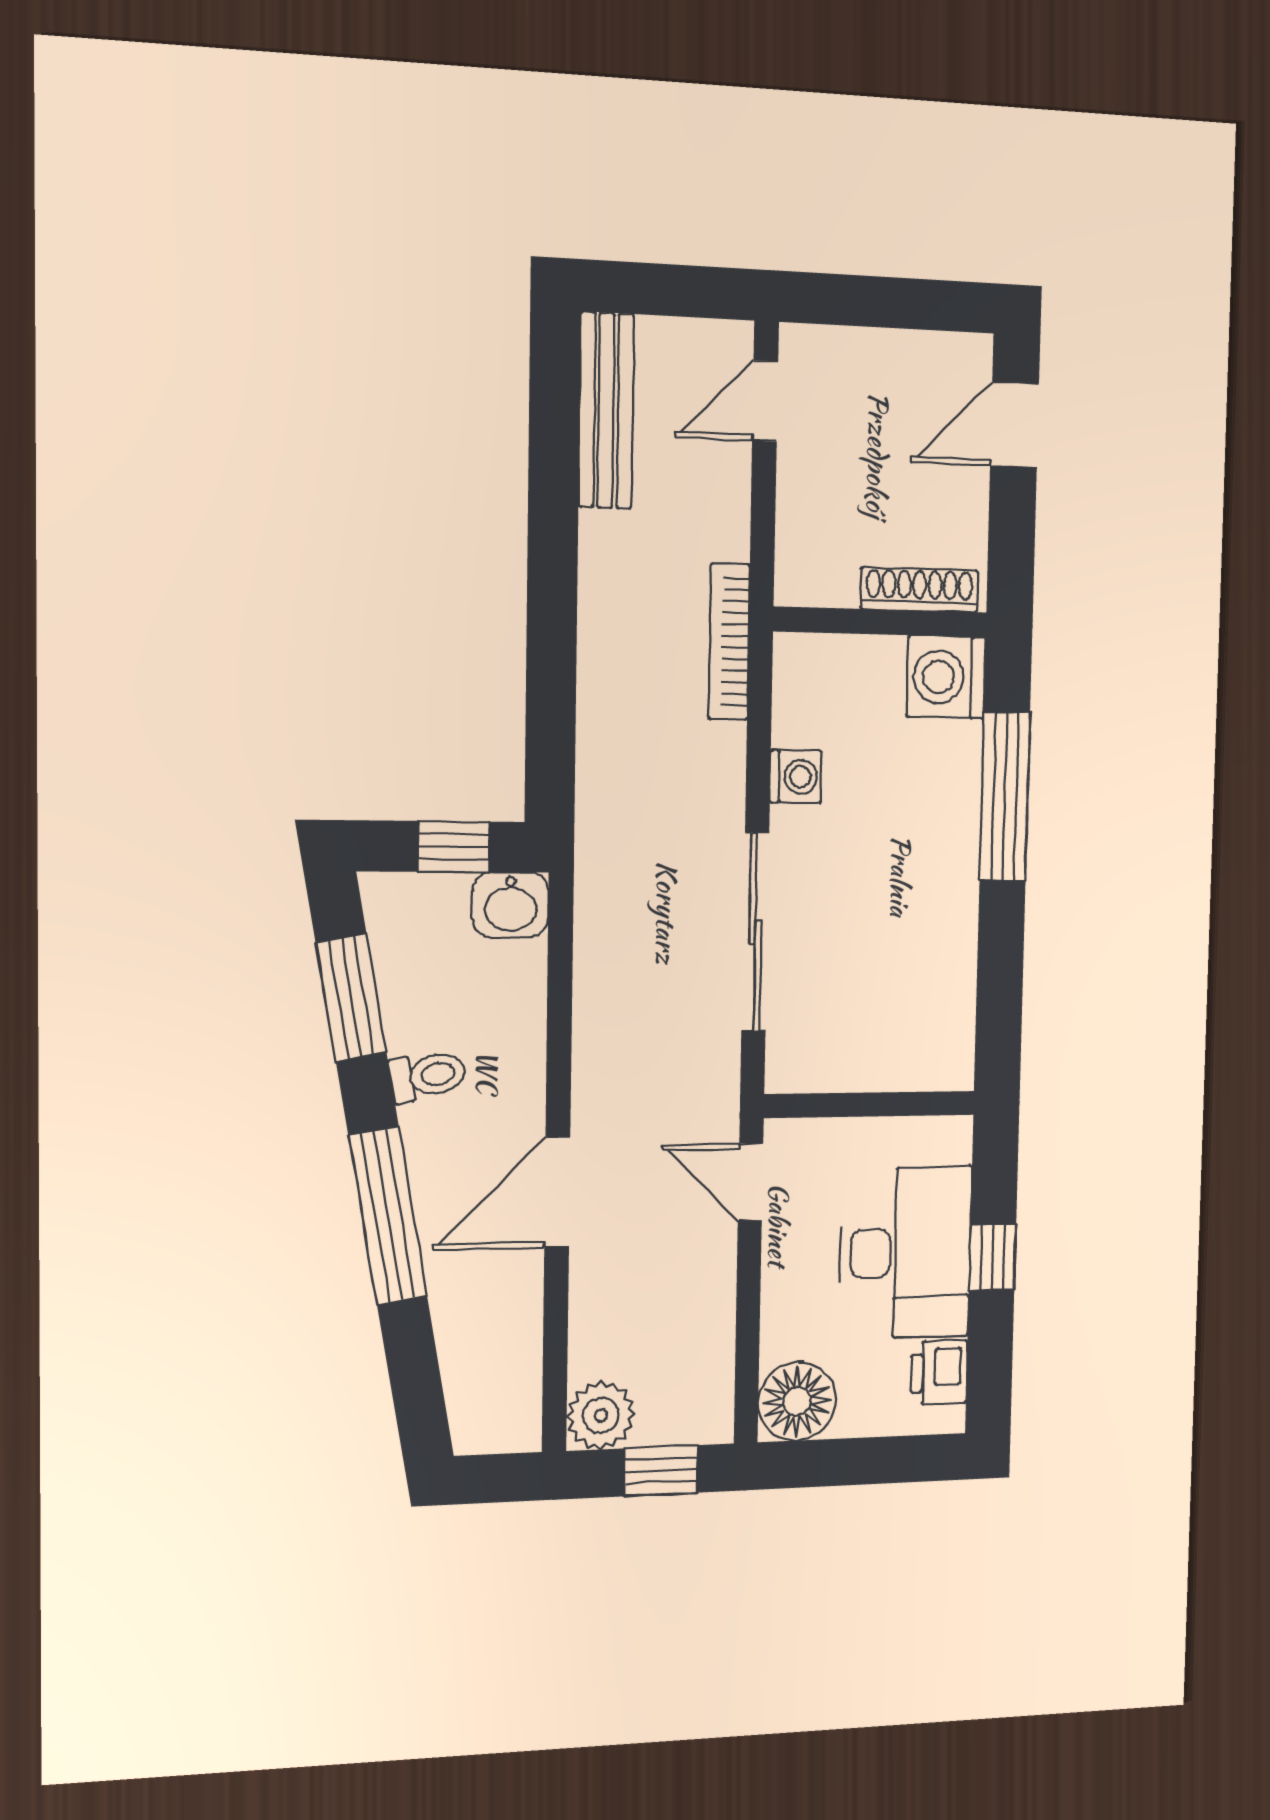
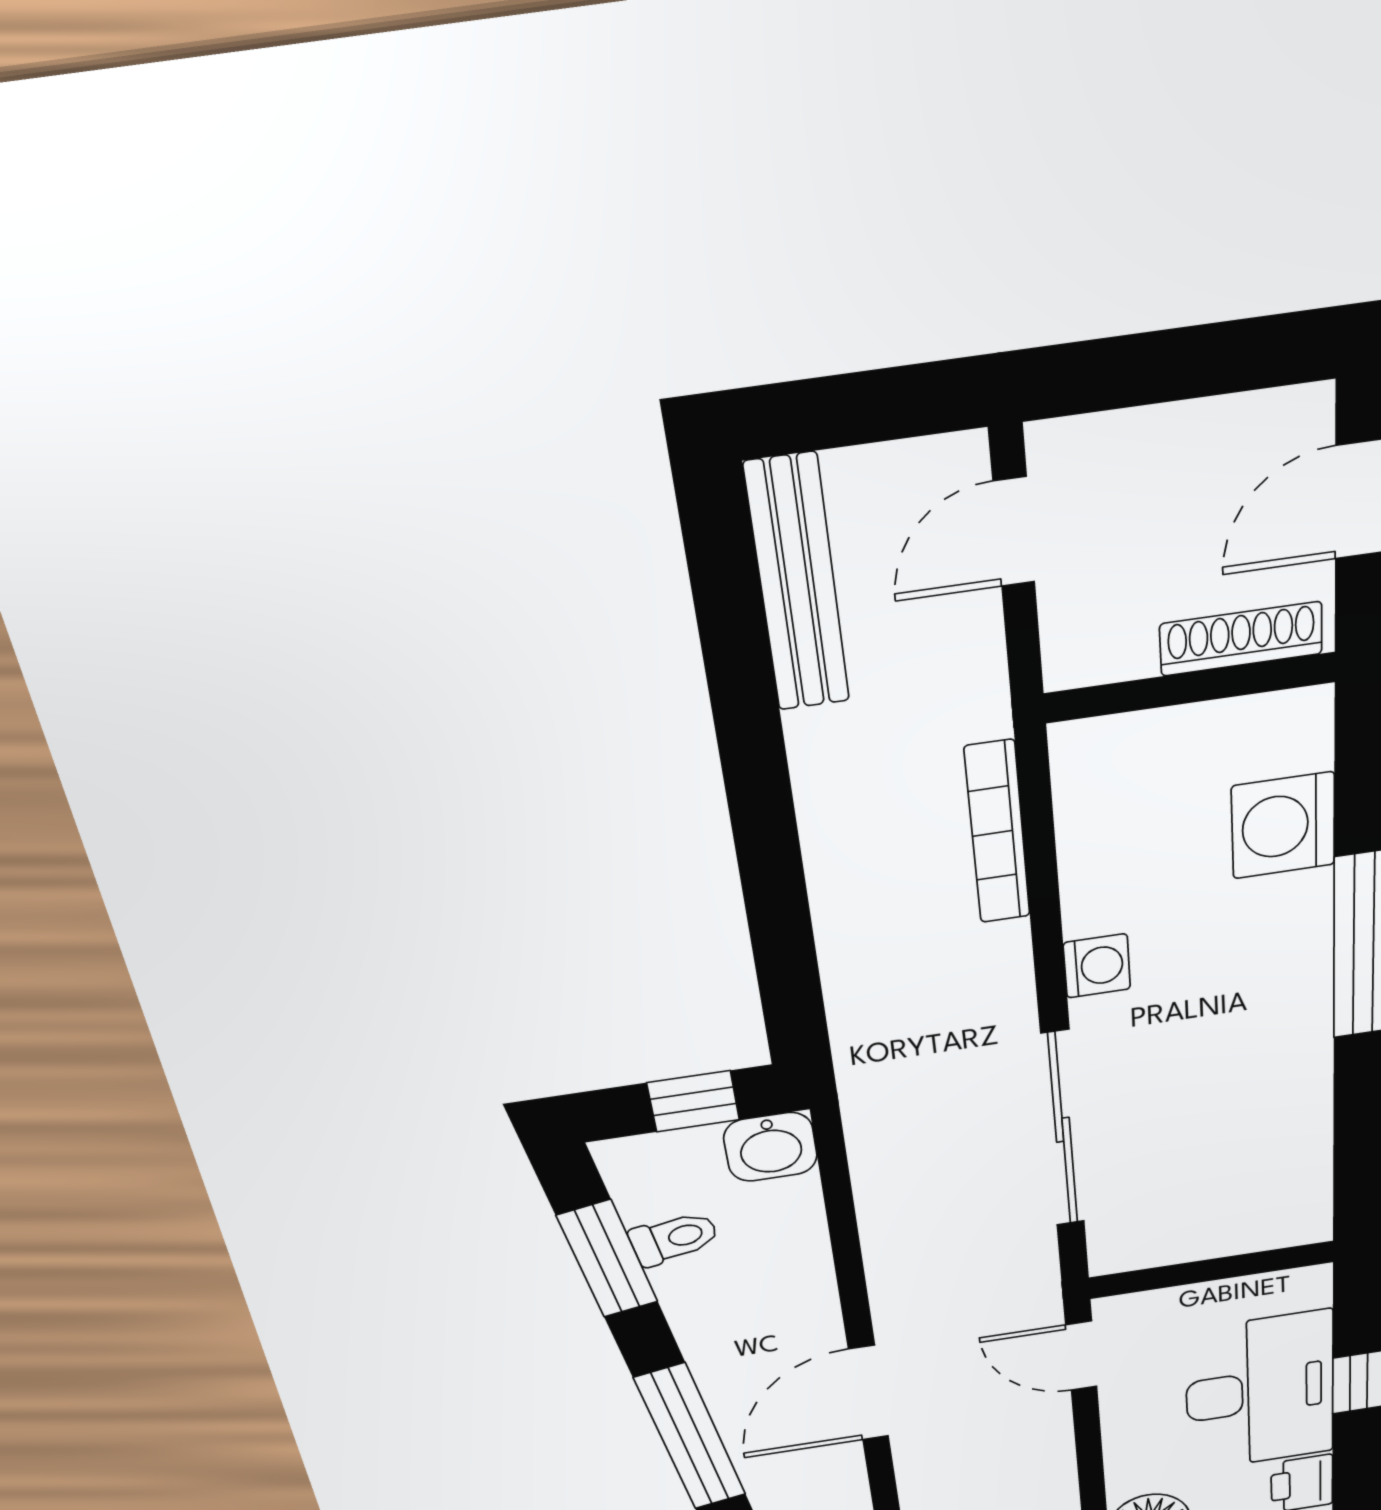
shoe rack: (920, 590) -> (1241, 639), moved
wall: (881, 622) -> (1190, 688), moved
toilet: (428, 1076) -> (674, 1238), moved

